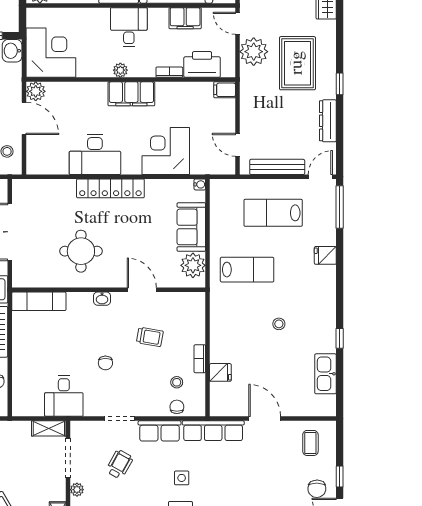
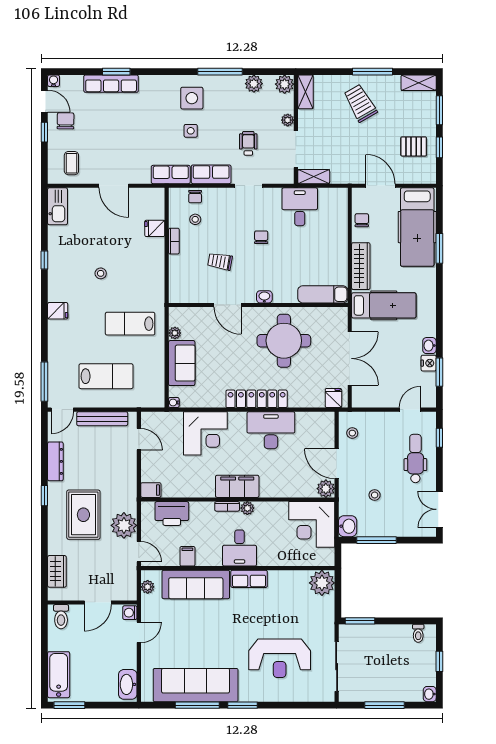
filing cabinet: (185, 18) -> (187, 556), width x0.50
bookcase: (169, 72) -> (227, 506), moved
fridge: (27, 189) -> (333, 398), added
round table: (81, 251) -> (284, 341), width x1.36, depth x1.36
fridge: (325, 255) -> (58, 311), moved
plant: (193, 265) -> (175, 333), width x0.53, depth x0.53
kitchen sink: (326, 374) -> (57, 206), moved
row of seats: (213, 431) -> (171, 175), width x0.68
wheelchair: (119, 464) -> (248, 143), turned 151

